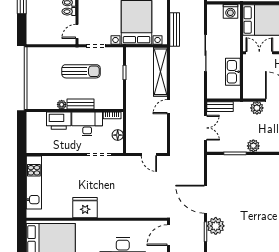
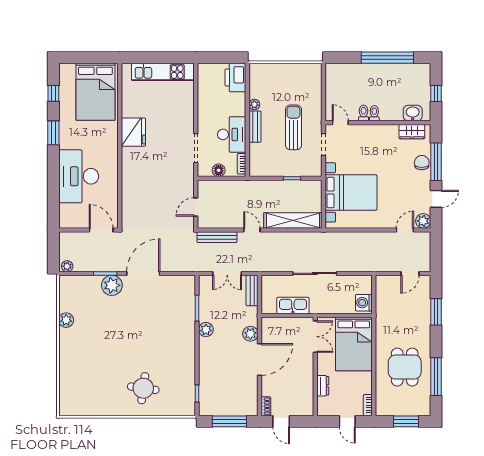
bench: (175, 30) -> (217, 237), moved
sun lounger: (81, 71) -> (293, 127), turned 180
printer: (59, 121) -> (235, 77), moved

